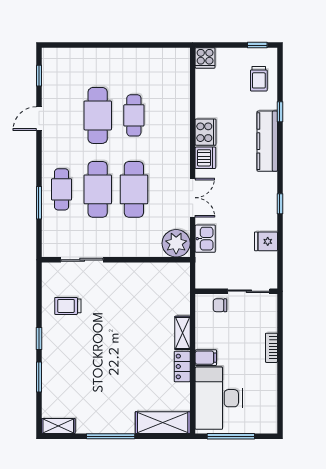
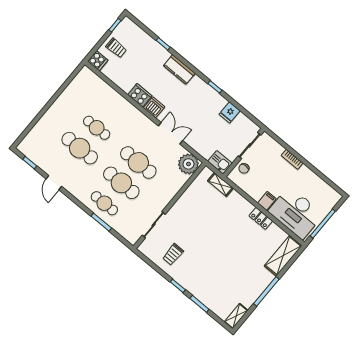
trolley: (259, 79) -> (116, 48), moved
kitchen counter: (267, 141) -> (179, 69), width x0.67
kitchen sink: (205, 239) -> (220, 162), moved
shelving: (182, 333) -> (220, 184), moved

